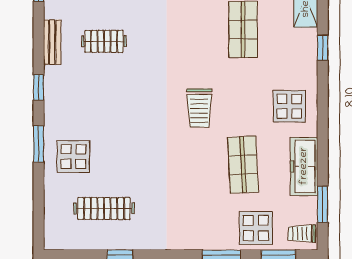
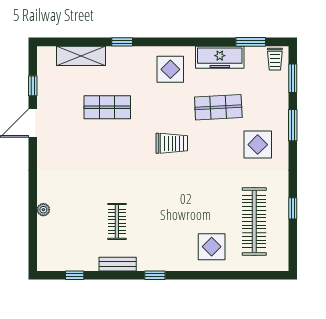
window: (39, 144) -> (201, 275), removed
clothes rail: (104, 208) -> (254, 221), width x1.37, depth x1.31
display table: (256, 228) -> (258, 145), moved

